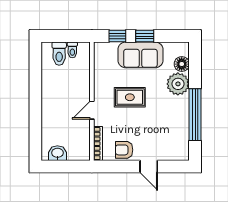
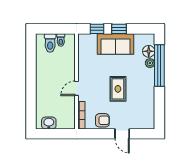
plant: (178, 84) -> (150, 63), width x0.53, depth x0.53
rug: (130, 97) -> (118, 89), moved, turned 90
window: (195, 115) -> (159, 65), moved
armchair: (124, 150) -> (102, 120), turned 180

